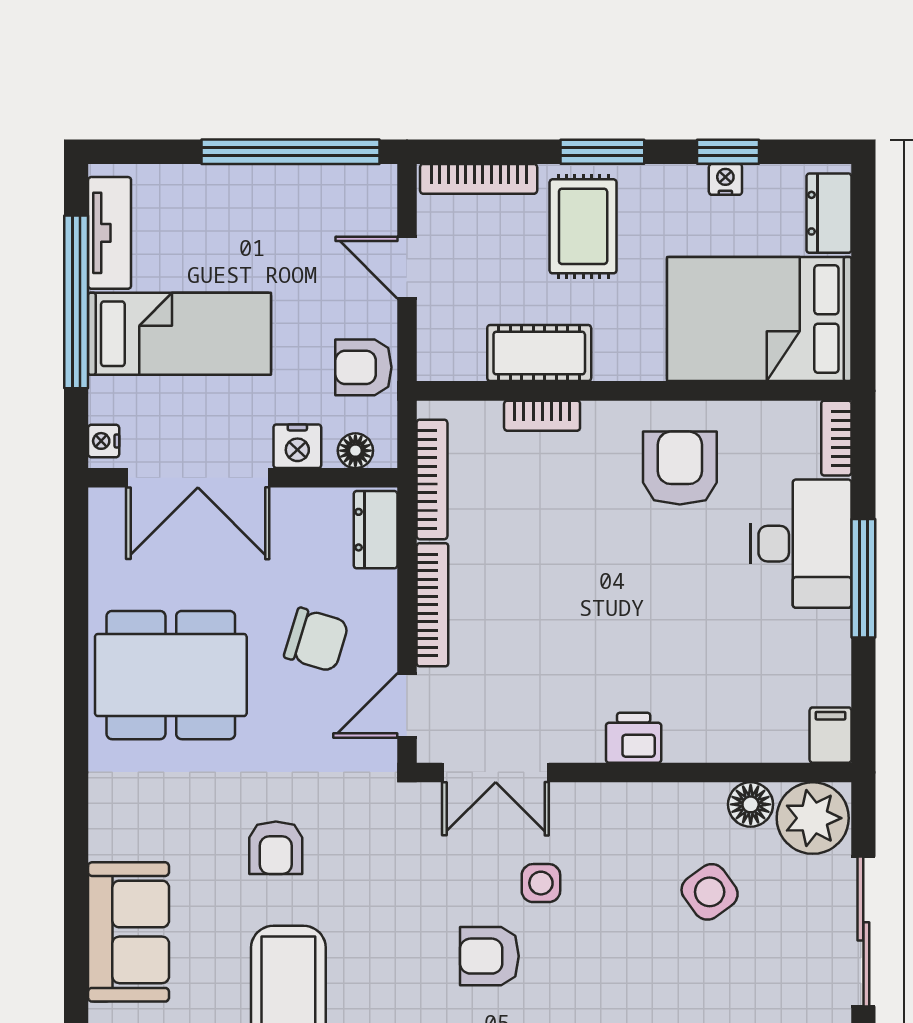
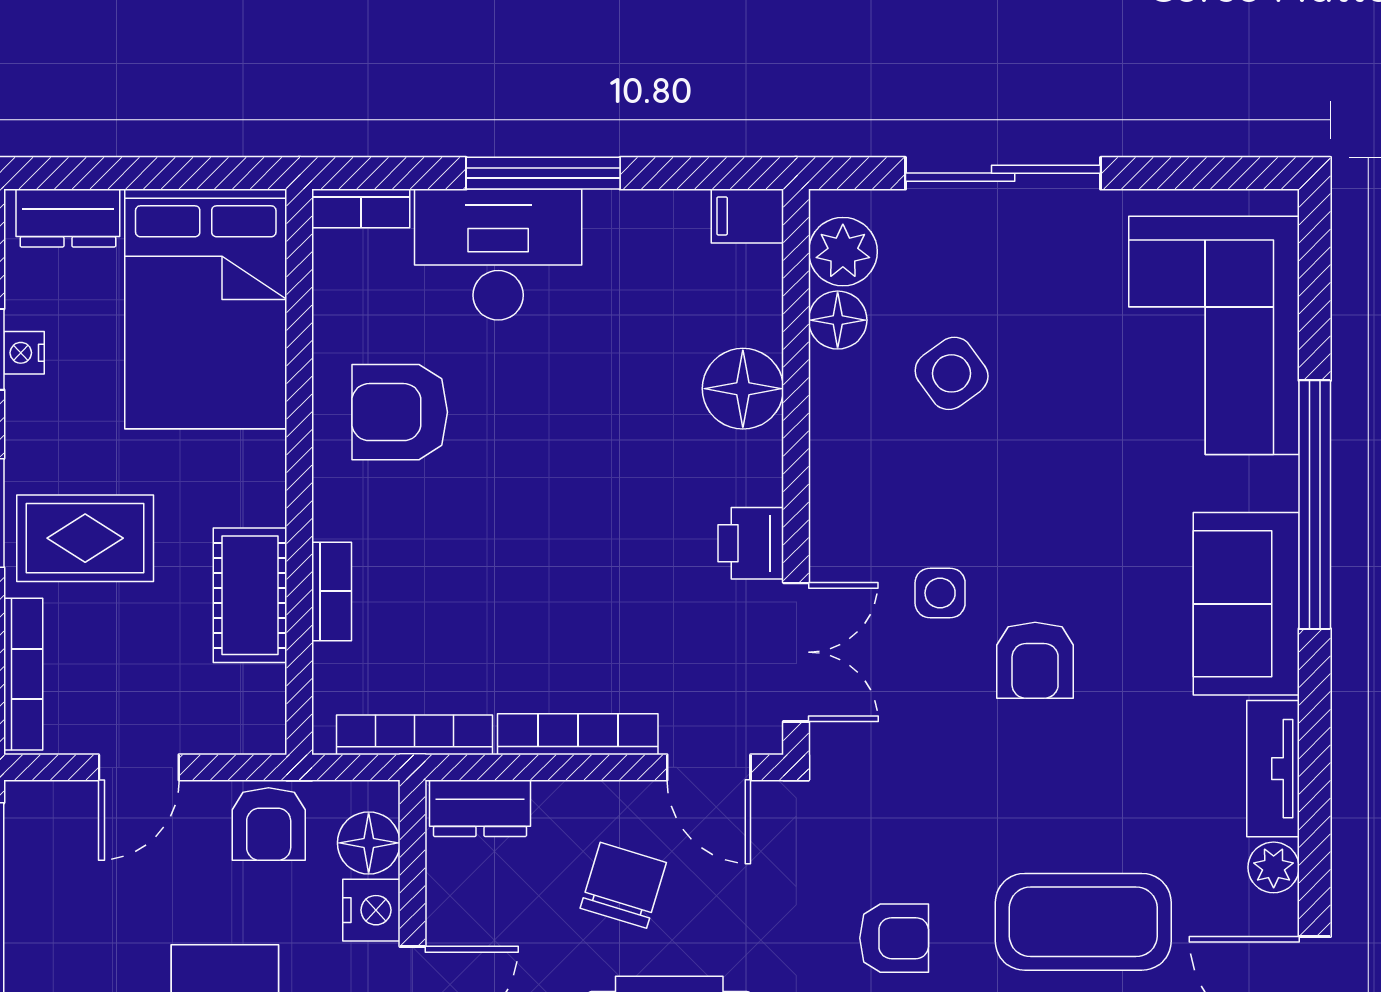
floor lamp: (355, 451) -> (369, 843), width x1.37, depth x1.37
floor lamp: (698, 732) -> (743, 389), added
printer: (634, 738) -> (751, 543), moved
plant: (813, 818) -> (843, 252), width x0.73, depth x0.73

